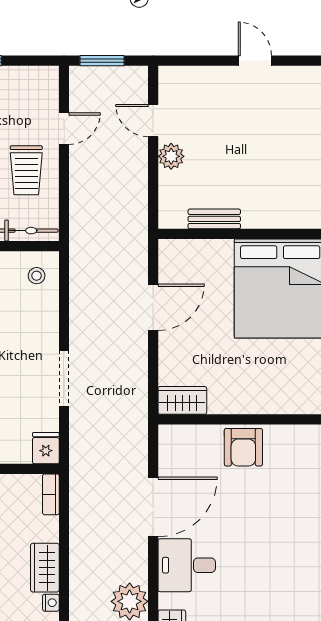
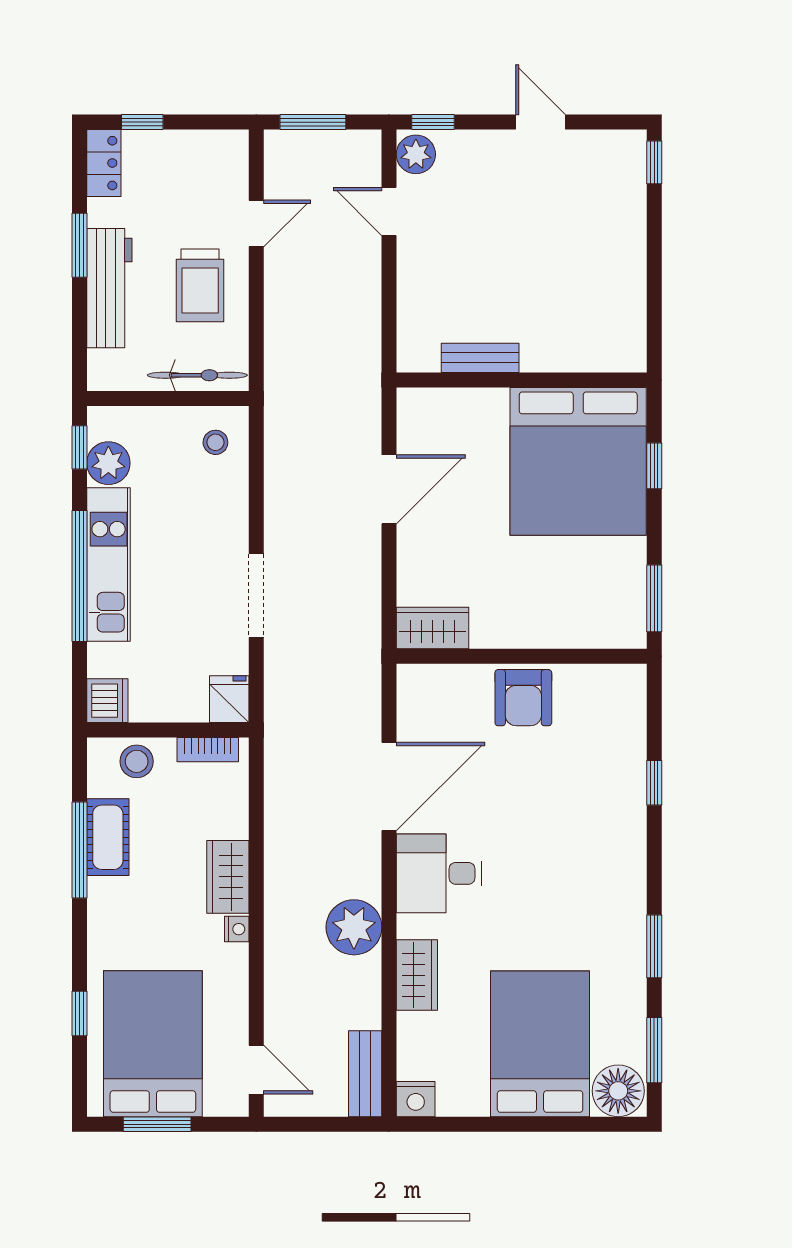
window: (183, 61) -> (433, 122), added
plant: (171, 156) -> (416, 154), moved
bookcase: (51, 494) -> (208, 750), moved, turned -90

